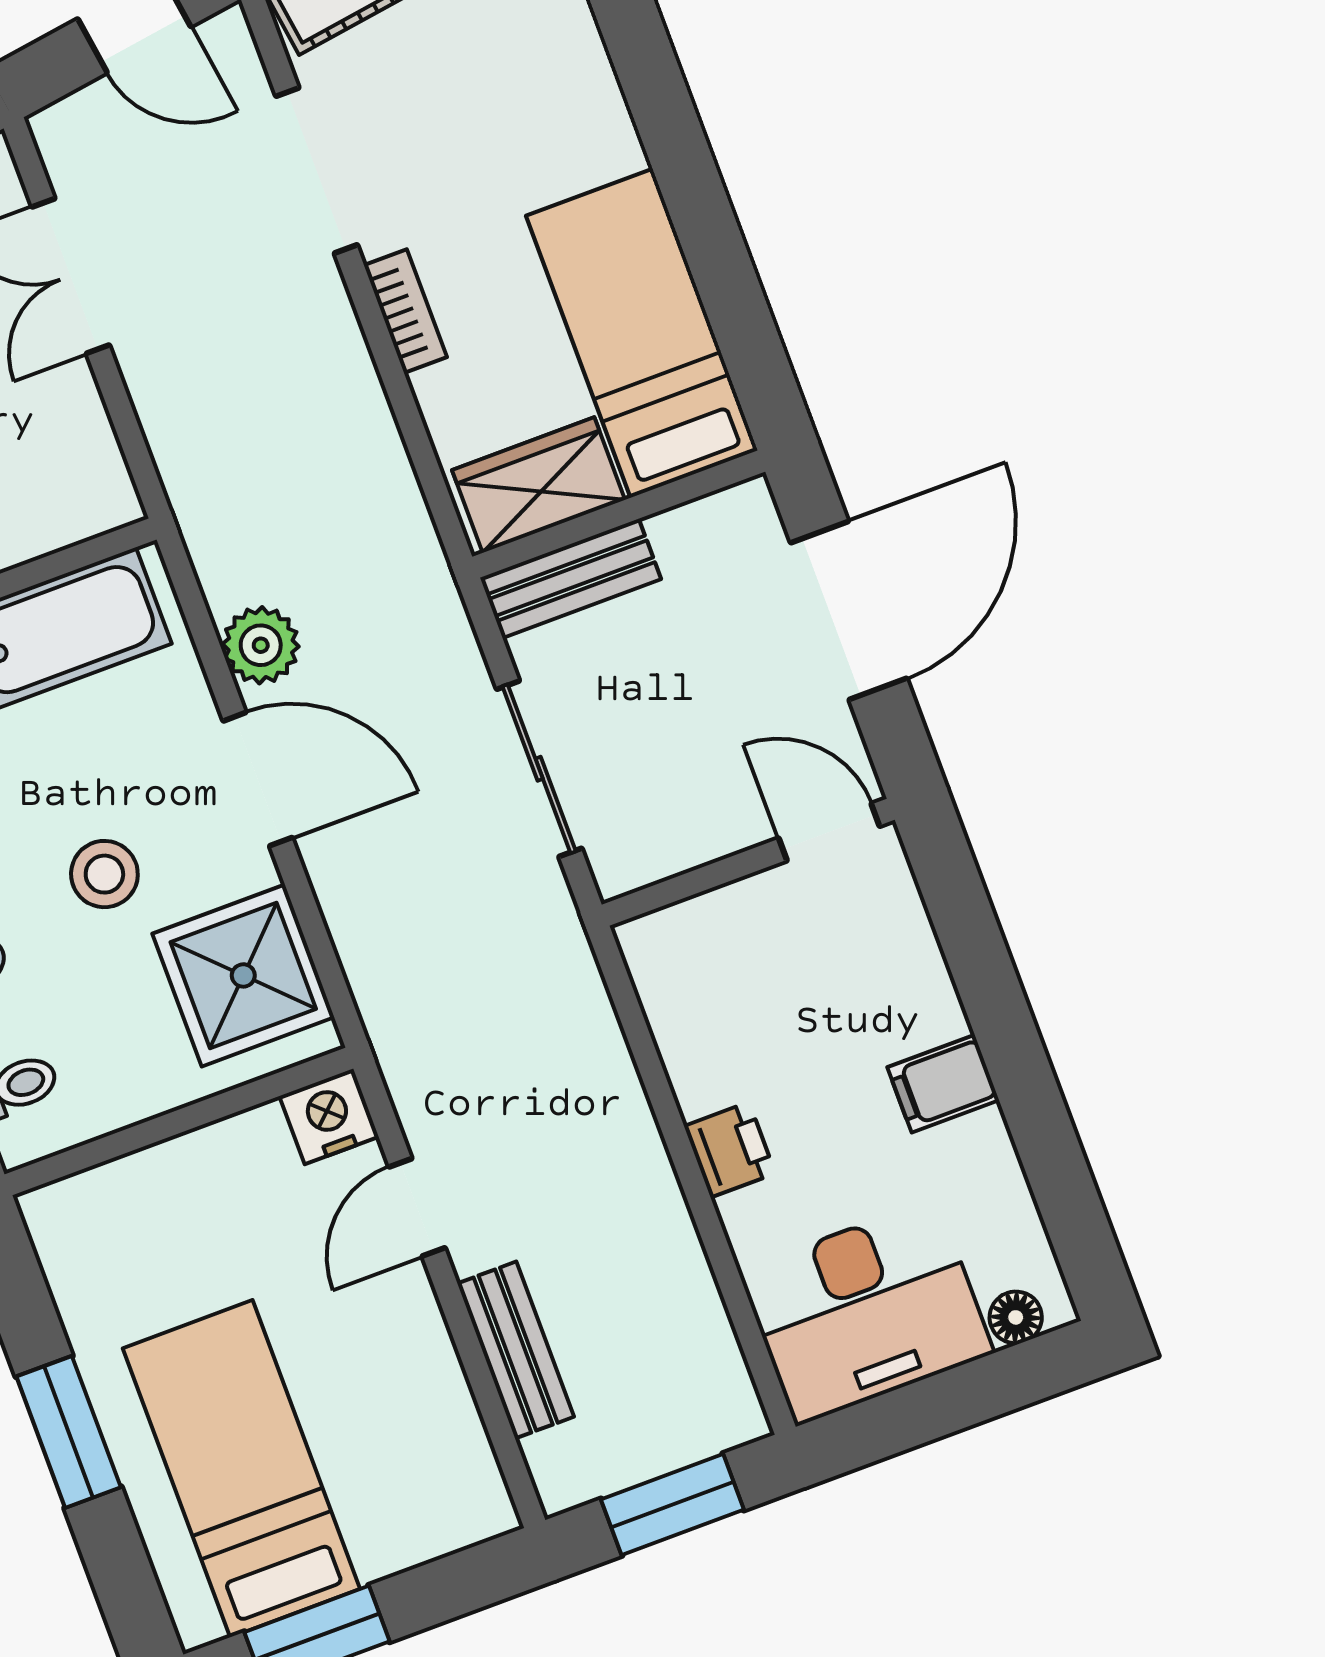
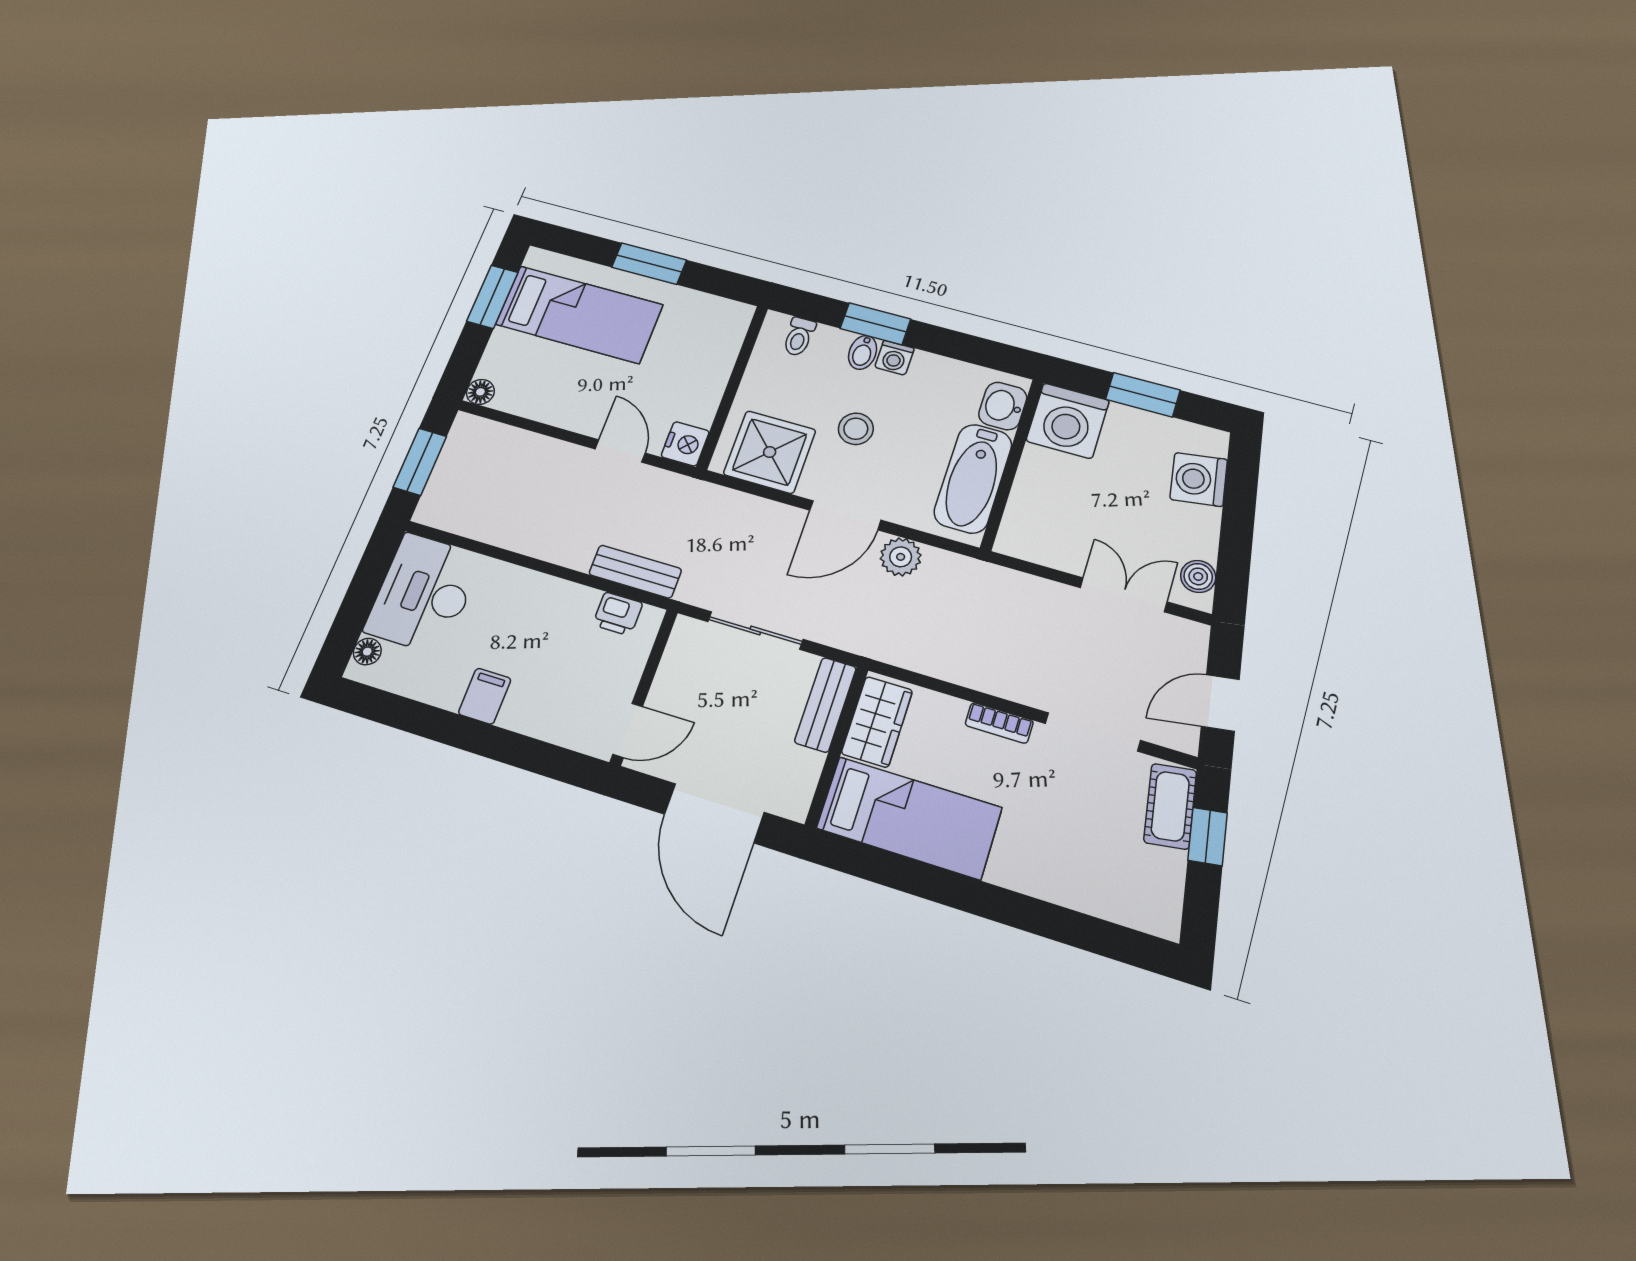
printer: (730, 1150) -> (618, 614), moved
bench: (516, 1350) -> (635, 572), moved
floor lamp: (489, 1512) -> (480, 392), added

